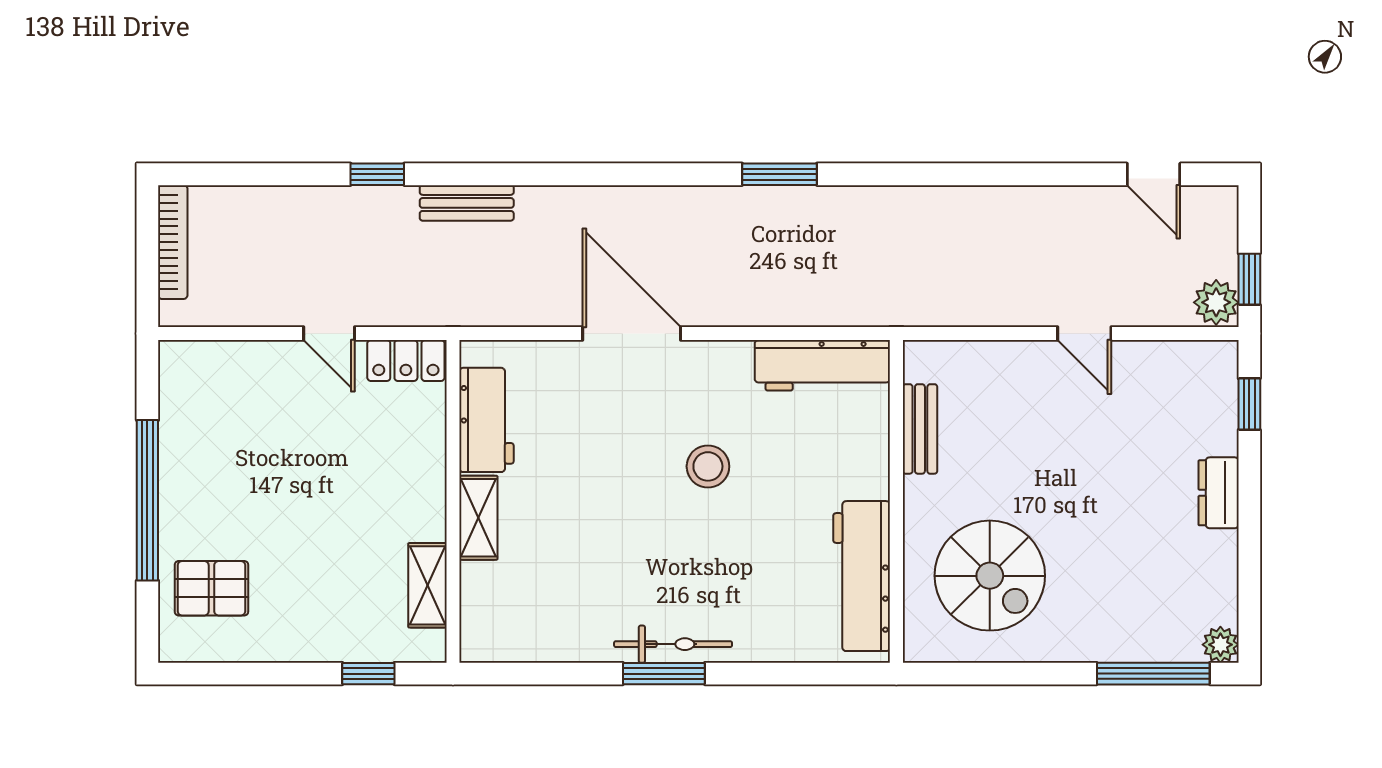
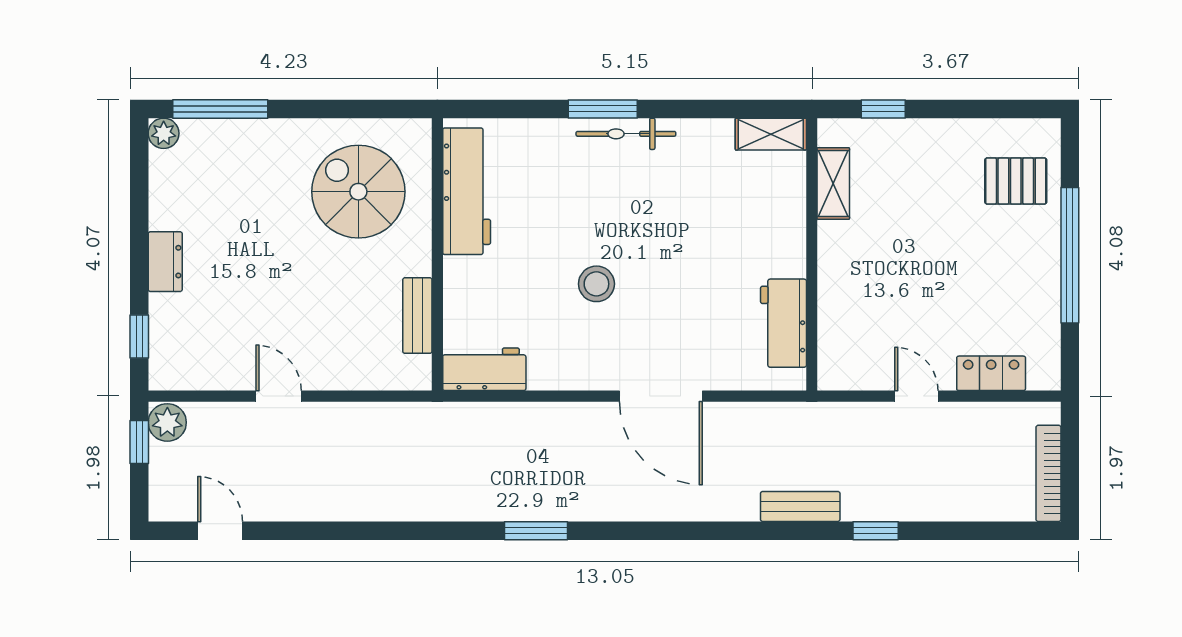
locker: (406, 361) -> (991, 373), moved
workbench: (822, 365) -> (484, 369), width x0.73
shelving: (478, 518) -> (771, 134), moved, turned 90
window: (664, 674) -> (603, 109), moved

